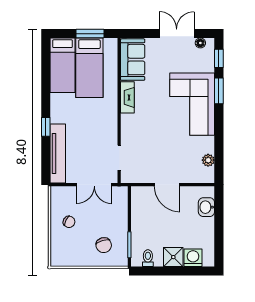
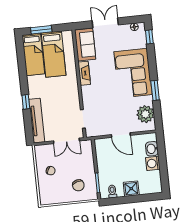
window: (90, 34) -> (41, 30), moved
double door: (177, 34) -> (105, 23), moved
window: (219, 91) -> (155, 90), moved
plant: (208, 160) -> (145, 114), width x1.88, depth x1.88
washing machine: (193, 258) -> (153, 163), moved, turned -90

